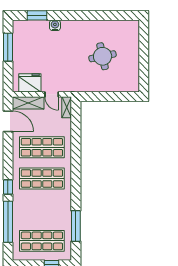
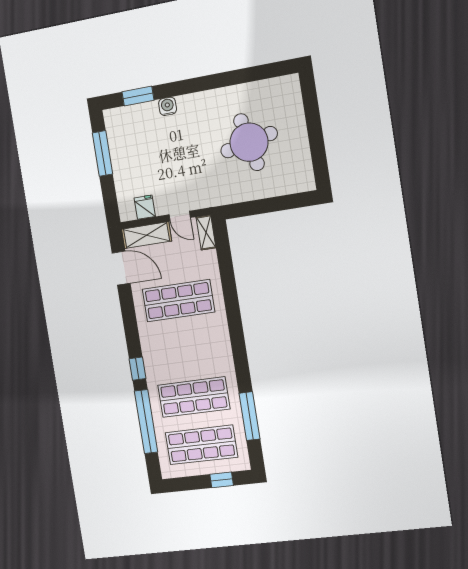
round table: (103, 56) -> (249, 142), width x1.36, depth x1.36
fridge: (30, 83) -> (145, 207), width x0.53, depth x0.75
shop shelf: (42, 178) -> (194, 397), moved

